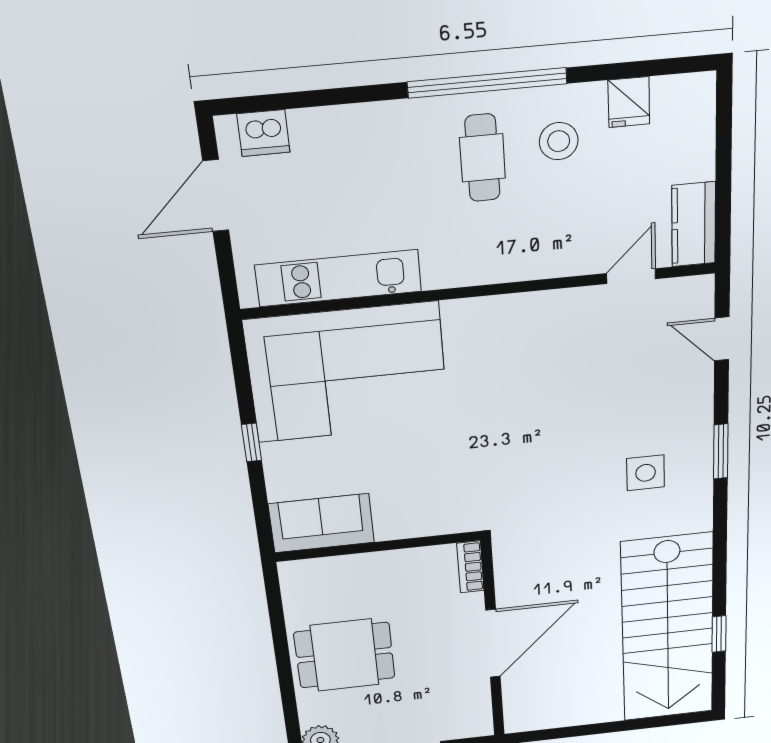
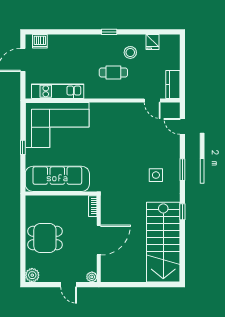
window: (487, 83) -> (109, 32), width x0.32
cafe table: (482, 158) -> (113, 73), moved, turned 90
door: (631, 276) -> (152, 100), swing flipped
sofa: (321, 523) -> (57, 179), width x1.85, depth x1.27
window: (719, 634) -> (182, 212), moved
plant: (480, 726) -> (92, 277), added

